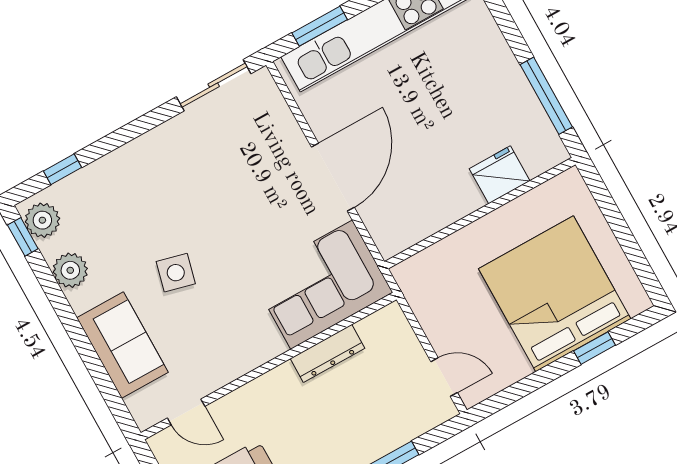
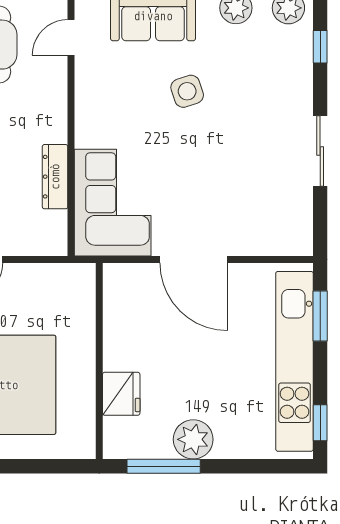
plant: (505, 82) -> (193, 439), added
sliding door: (214, 85) -> (320, 151), moved
side table: (176, 273) -> (187, 91), turned -32

